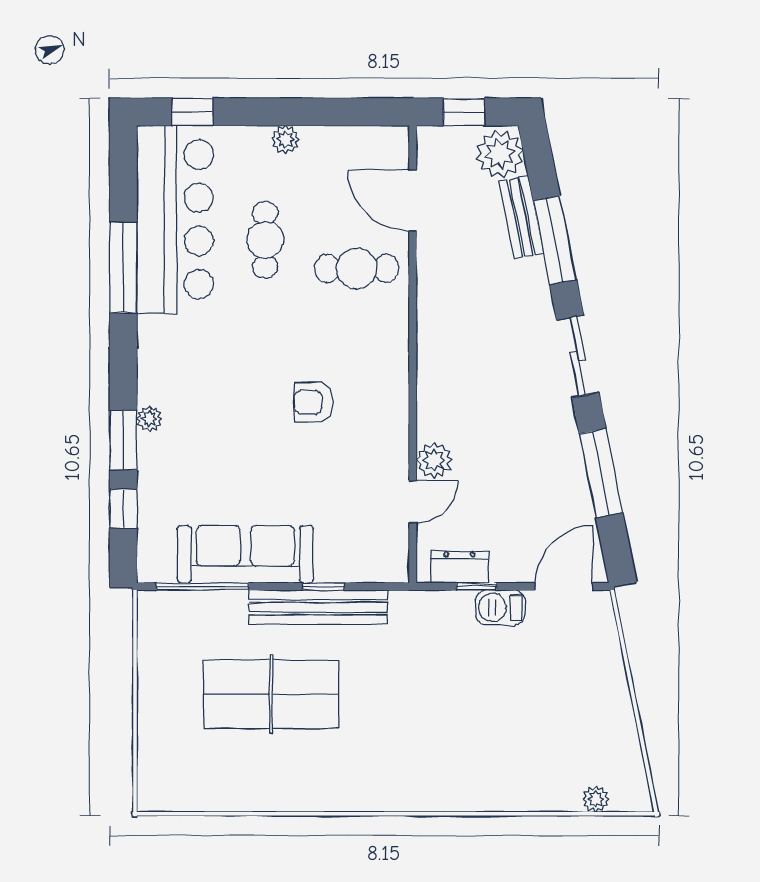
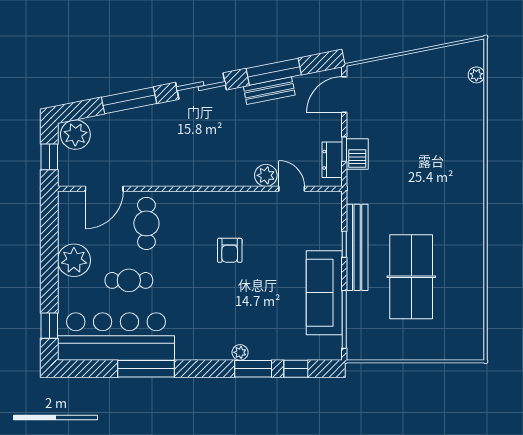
plant: (285, 139) -> (74, 260), width x1.88, depth x1.88
bench: (521, 217) -> (269, 91), moved
door: (564, 587) -> (344, 95), hinge flipped
barbecue: (500, 607) -> (357, 154), moved

